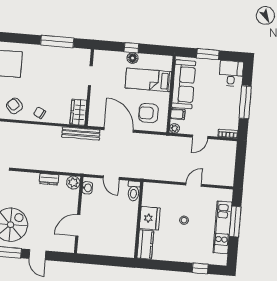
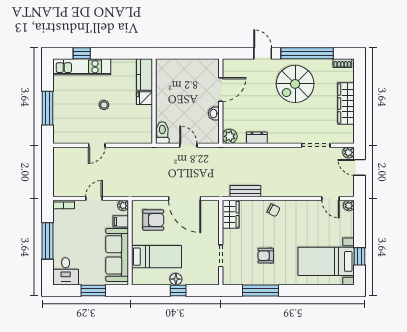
armchair: (14, 106) -> (266, 256), moved, turned 133
bench: (81, 133) -> (245, 191), moved, width x0.73
washbasin: (87, 188) -> (214, 114), moved
fridge: (150, 218) -> (145, 98), width x0.53, depth x0.75
kitchen unit: (222, 227) -> (82, 67), moved, turned 90

